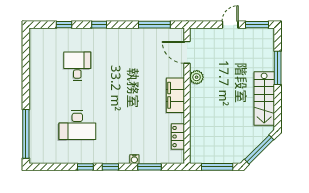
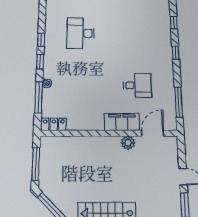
desk: (77, 66) -> (137, 85), moved
filing cabinet: (175, 95) -> (122, 122), moved
locker: (178, 137) -> (54, 124), moved
window: (149, 167) -> (39, 97), width x1.44

